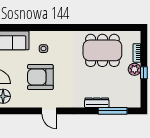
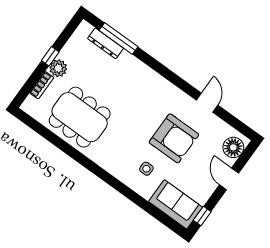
dresser: (97, 103) -> (106, 43), moved
door: (49, 111) -> (207, 103), moved

